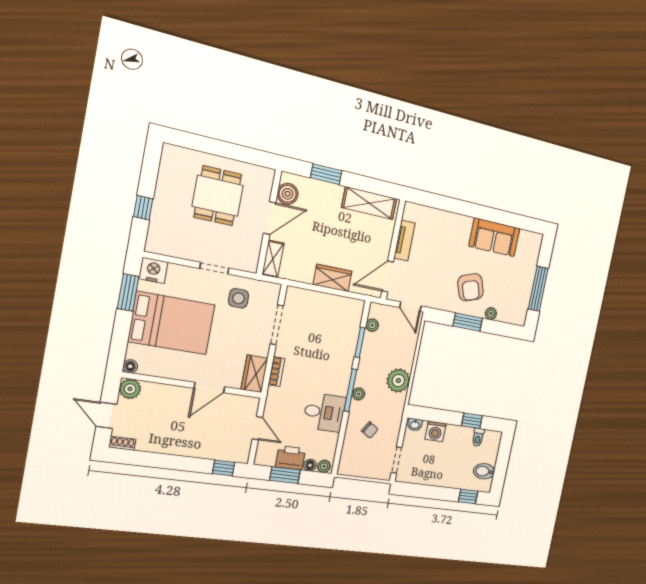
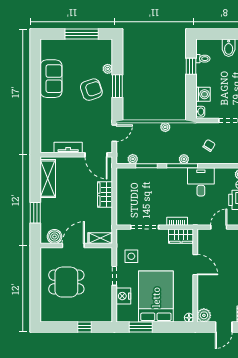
door: (270, 218) -> (73, 246), hinge flipped
nightstand: (153, 270) -> (123, 296), moved
plant: (398, 381) -> (165, 127), width x0.53, depth x0.53

